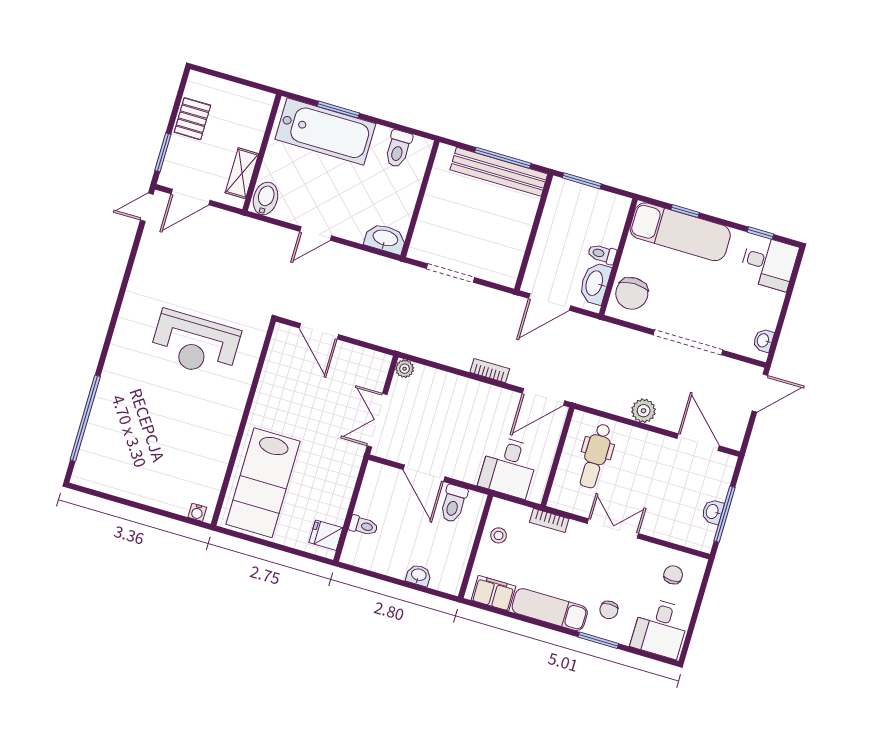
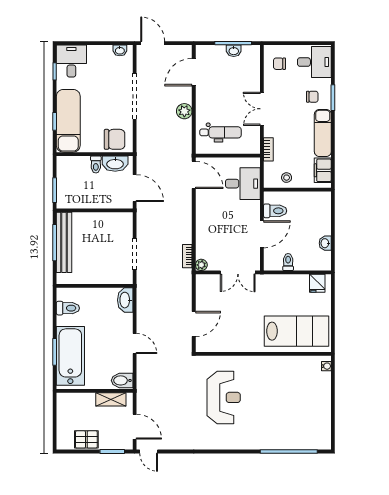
bookcase: (490, 371) -> (187, 256), moved
toilet: (363, 526) -> (288, 262), moved
washbasin: (419, 575) -> (325, 243), moved

